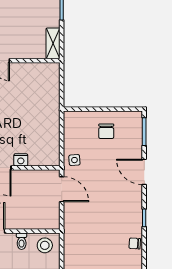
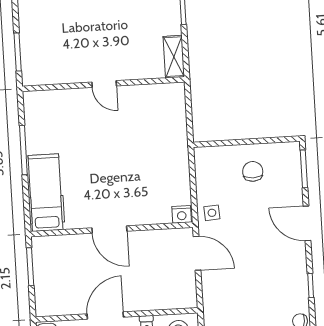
chair: (106, 131) -> (253, 171), turned 180
nightstand: (21, 160) -> (182, 214), moved

